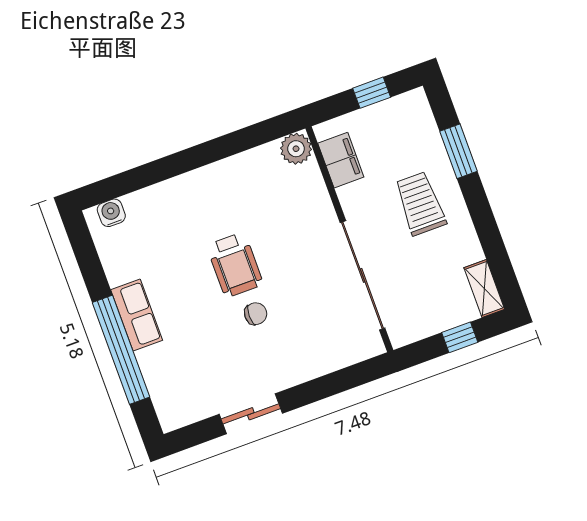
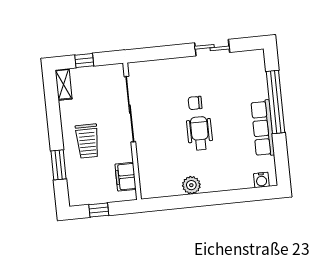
plant: (296, 149) -> (191, 185), moved
row of seats: (137, 315) -> (263, 128), width x1.48

